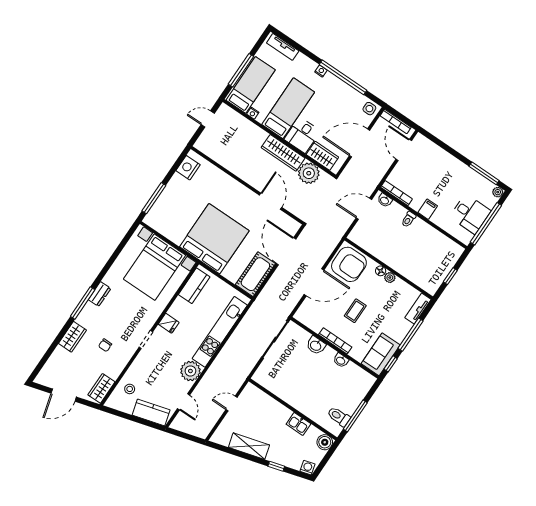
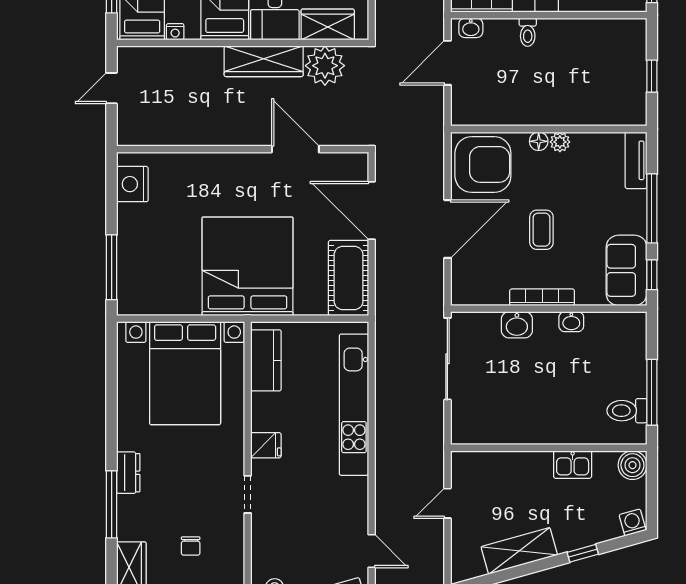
plant: (190, 371) -> (350, 496), removed

